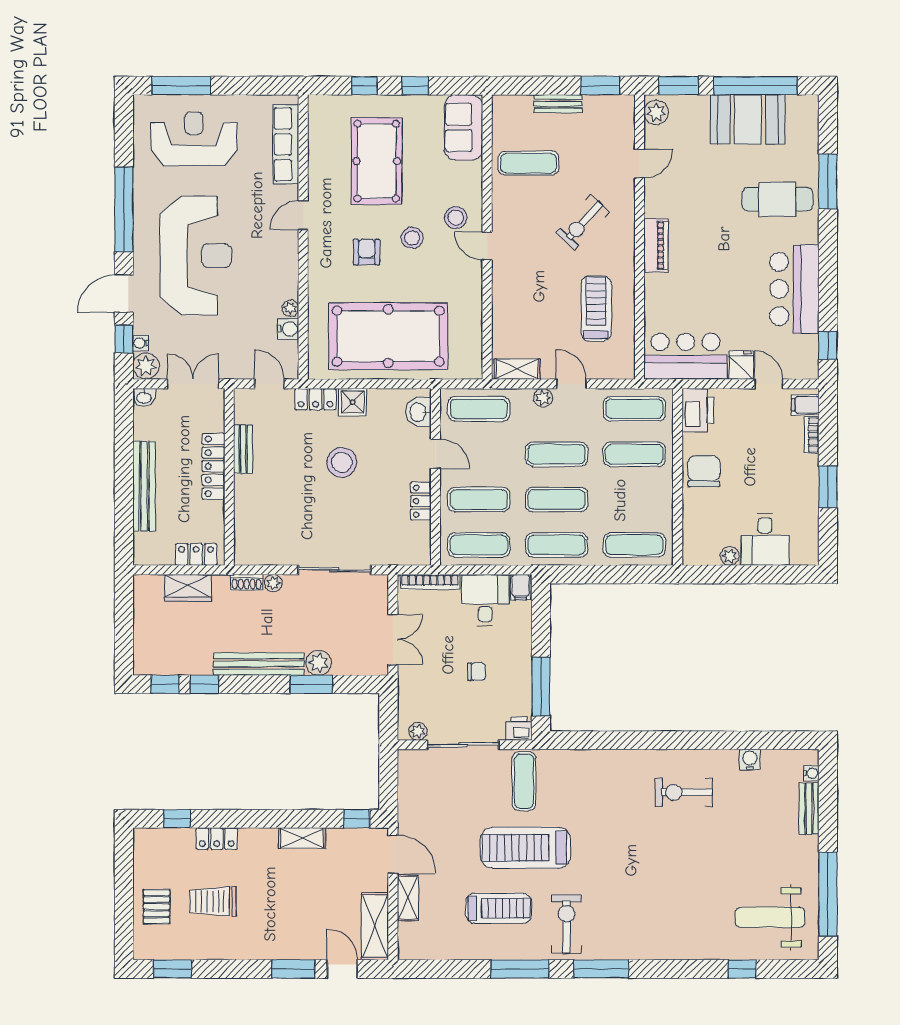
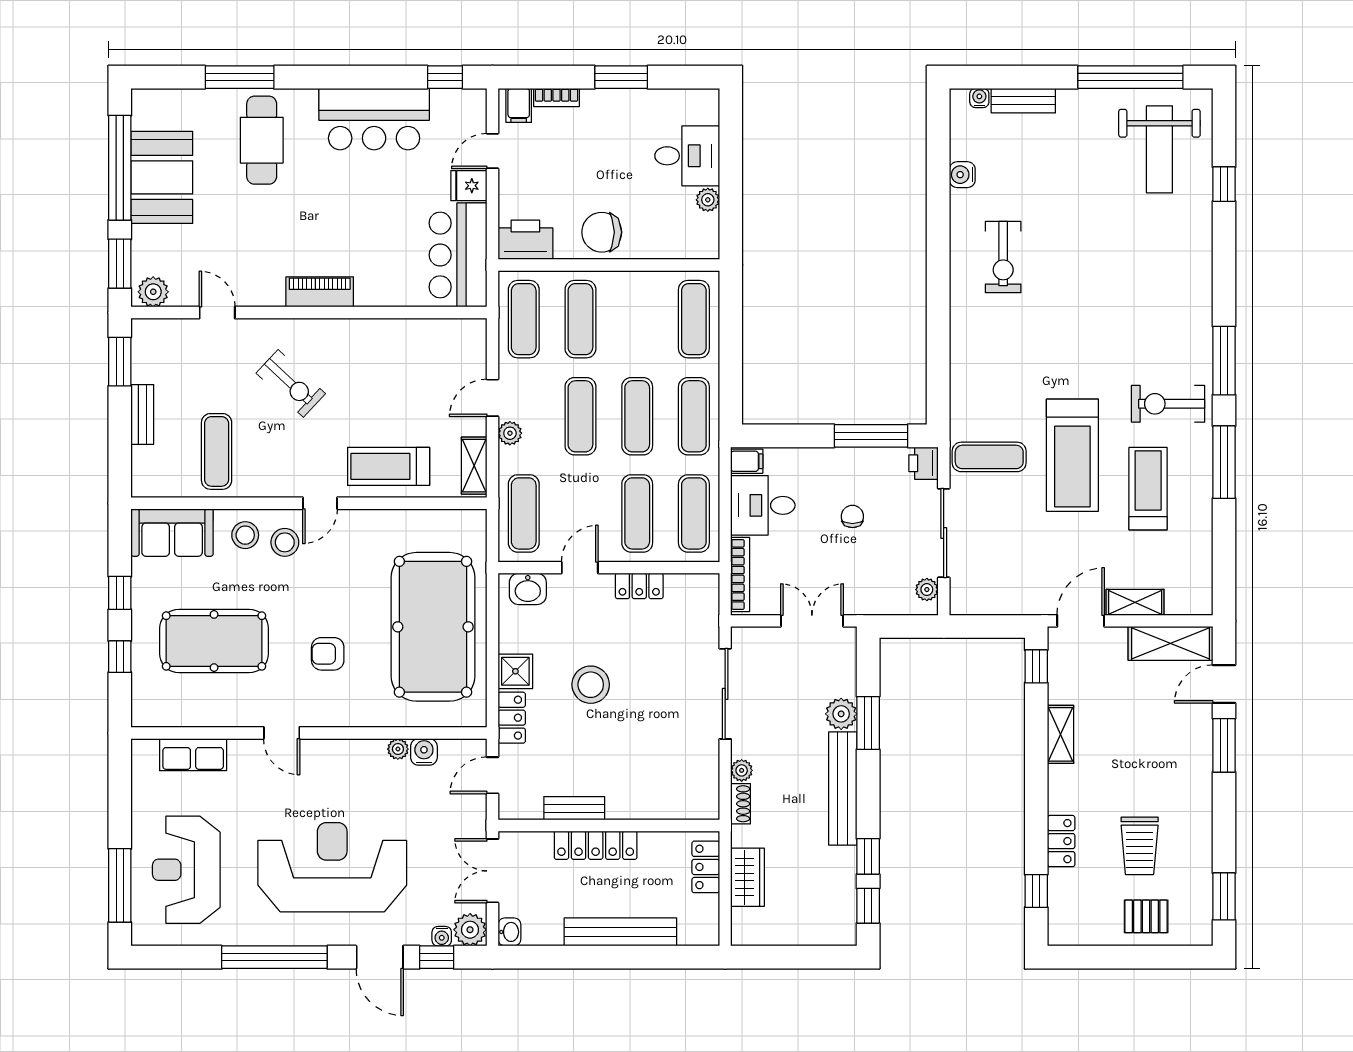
row of seats: (286, 144) -> (193, 755), width x0.68
stool: (412, 238) -> (245, 535), moved
treadmill: (596, 308) -> (389, 466), moved

